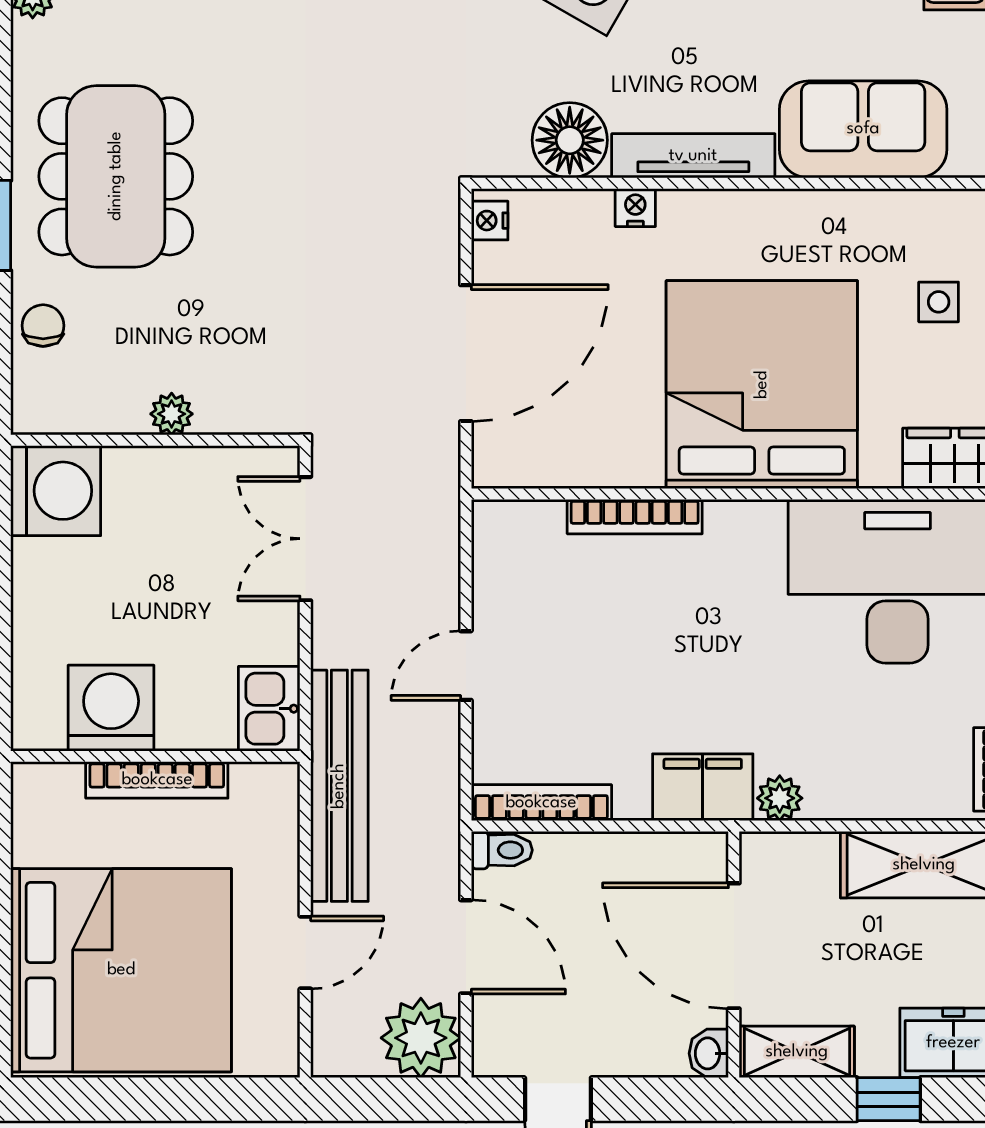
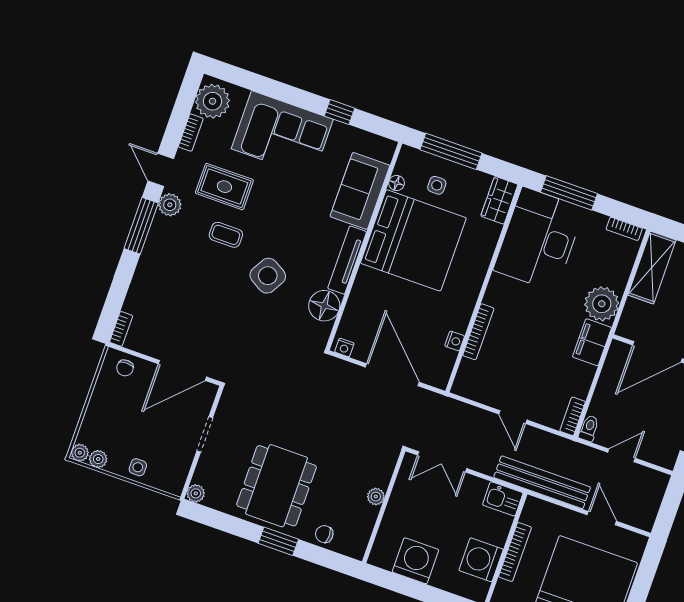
dining table: (116, 176) -> (277, 486), turned 90
floor lamp: (911, 207) -> (397, 183), added
nightstand: (635, 208) -> (455, 341), moved, turned 180
bed: (762, 385) -> (413, 240), moved, turned 180
washing machine: (56, 491) -> (415, 561), moved
plant: (780, 798) -> (602, 304), width x1.87, depth x1.87
bookcase: (541, 803) -> (573, 416), width x0.64
door: (466, 947) -> (621, 455), width x0.73
plant: (421, 1038) -> (650, 485), removed

